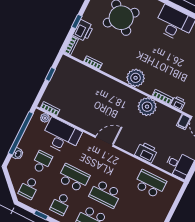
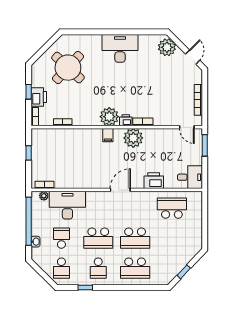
printer: (178, 103) -> (126, 120), moved
filing cabinet: (184, 122) -> (108, 135), moved
door: (104, 141) -> (120, 190), moved
school desk: (74, 178) -> (98, 238), turned 180

